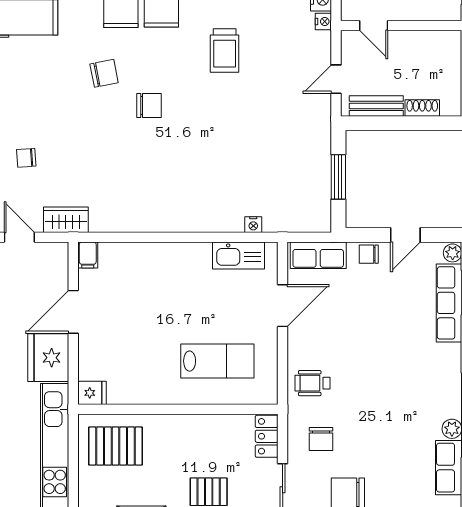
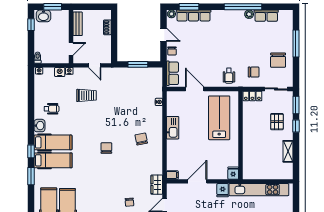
trolley: (225, 51) -> (86, 95), moved
chair: (104, 73) -> (141, 139), moved
bench: (376, 106) -> (78, 24), moved
kitchen sink: (239, 256) -> (173, 128), moved
door: (73, 312) -> (197, 181), swing flipped
fridge: (48, 358) -> (223, 190), width x0.53, depth x0.75
lab bench: (217, 361) -> (219, 118), width x1.36, depth x1.39
pallet: (116, 446) -> (257, 163), removed

